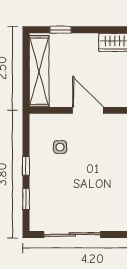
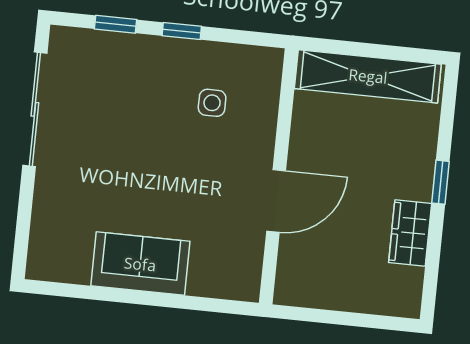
window: (61, 30) -> (441, 182), moved
door: (88, 110) -> (276, 201), moved

